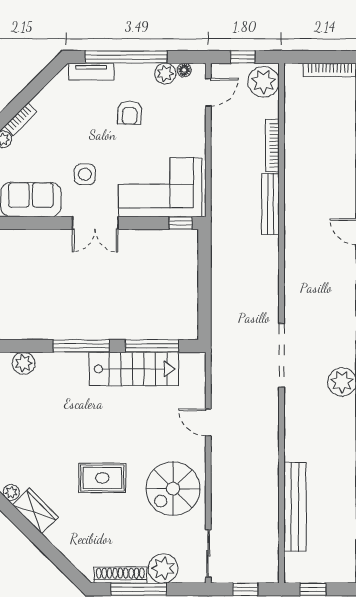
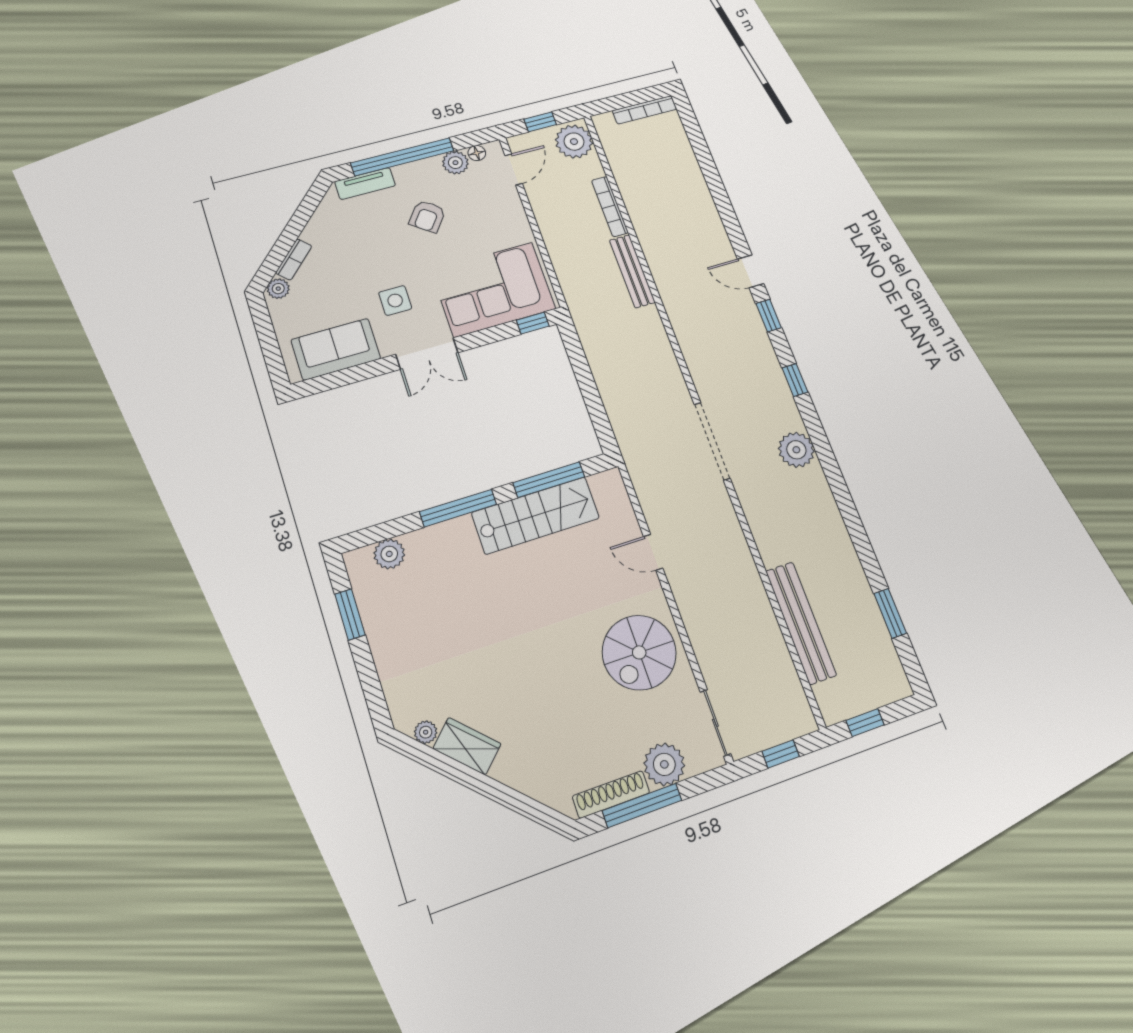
armchair: (130, 113) -> (427, 216), turned 35
rug: (102, 478) -> (542, 670), removed

